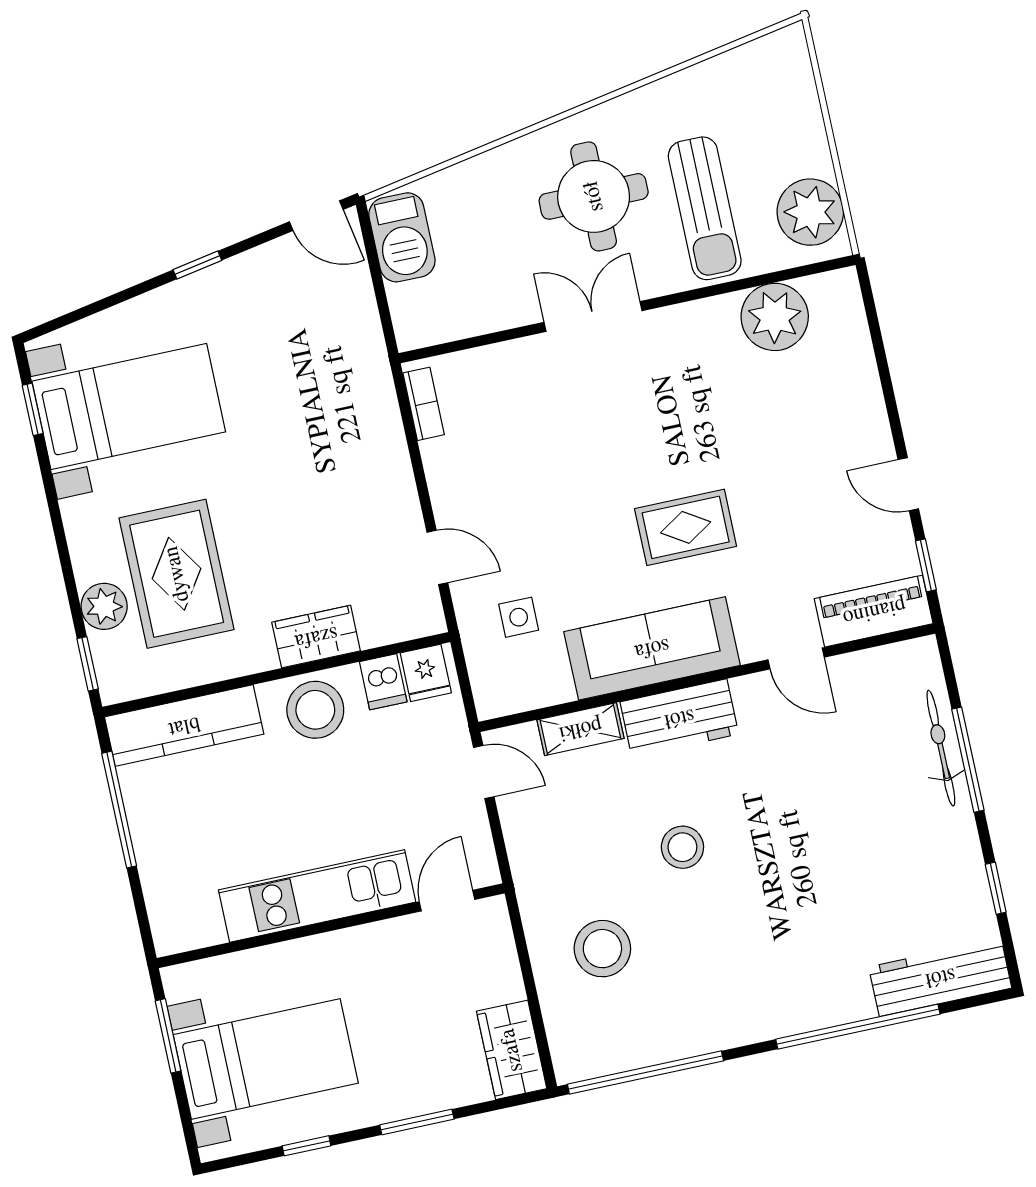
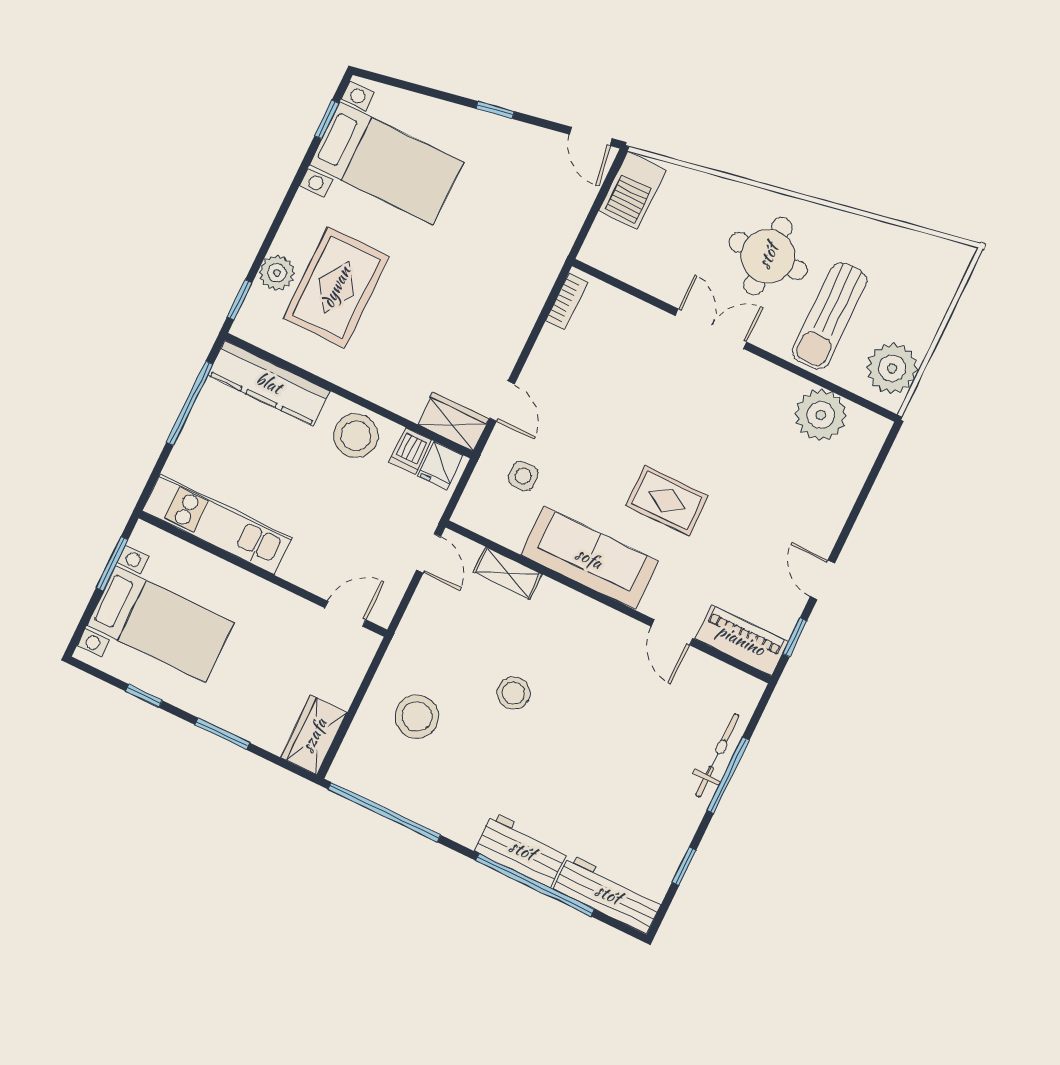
wardrobe: (316, 637) -> (453, 422), moved
workbench: (679, 718) -> (522, 850), moved, turned 180
kitchen unit: (317, 896) -> (217, 524), moved

